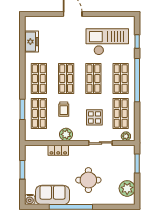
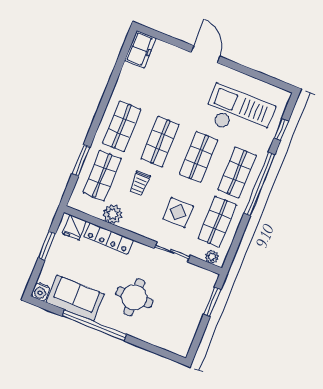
freezer: (31, 42) -> (140, 49), moved
plant: (66, 134) -> (113, 214), moved
locker: (58, 150) -> (109, 238), width x1.53
fridge: (35, 152) -> (75, 227), added
plant: (127, 188) -> (184, 331), removed

